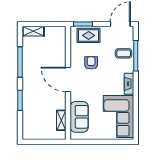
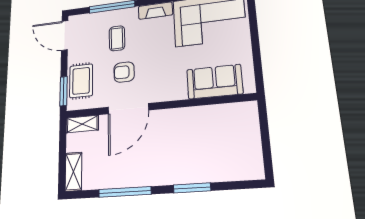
coffee table: (124, 53) -> (117, 38), moved
door: (68, 80) -> (128, 109), moved
shelving: (61, 120) -> (82, 124), moved

